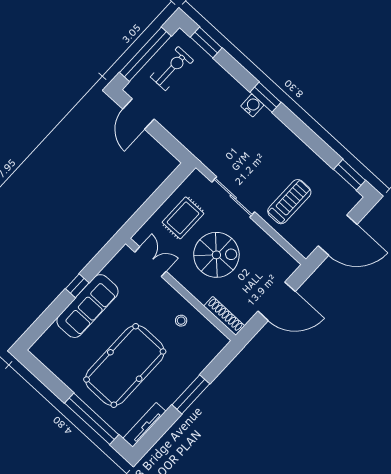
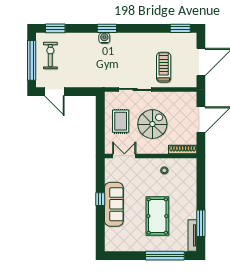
pool table: (125, 365) -> (157, 216), width x0.73, depth x0.76
window: (191, 394) -> (201, 223), moved

